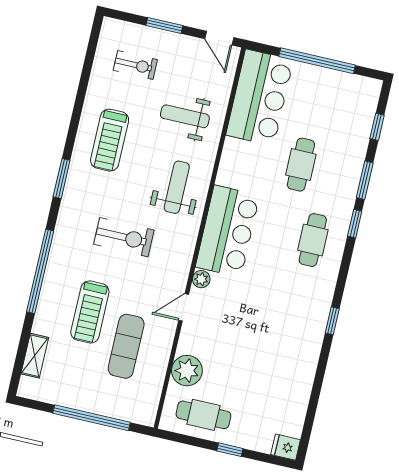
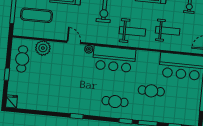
weight bench: (185, 116) -> (168, 31), turned 90
exercise mat: (126, 346) -> (37, 15), moved

